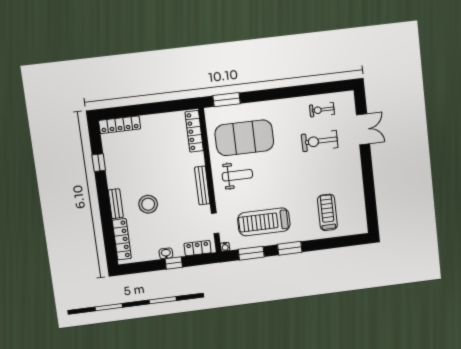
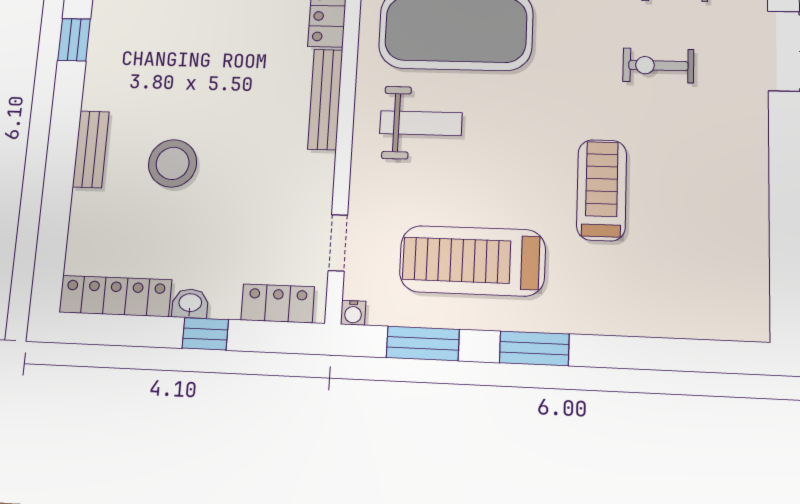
exercise bike: (320, 141) -> (658, 65), width x0.73, depth x0.72
bench: (202, 185) -> (325, 99), moved
treadmill: (327, 212) -> (602, 190), moved
locker: (122, 239) -> (115, 296), moved, turned -90

